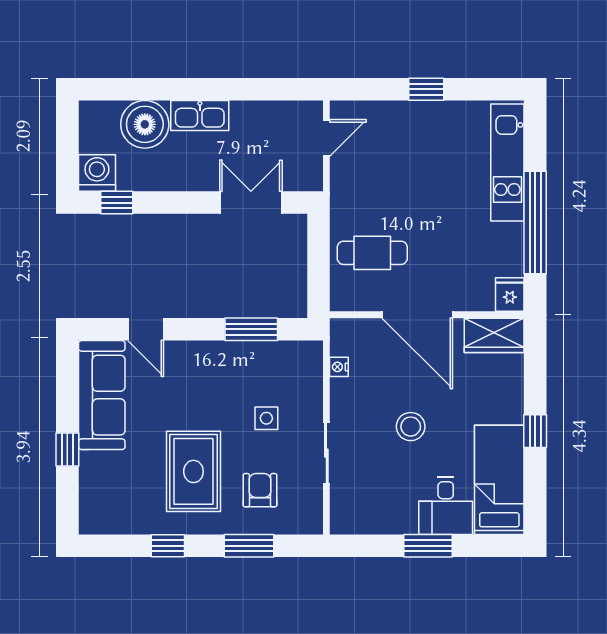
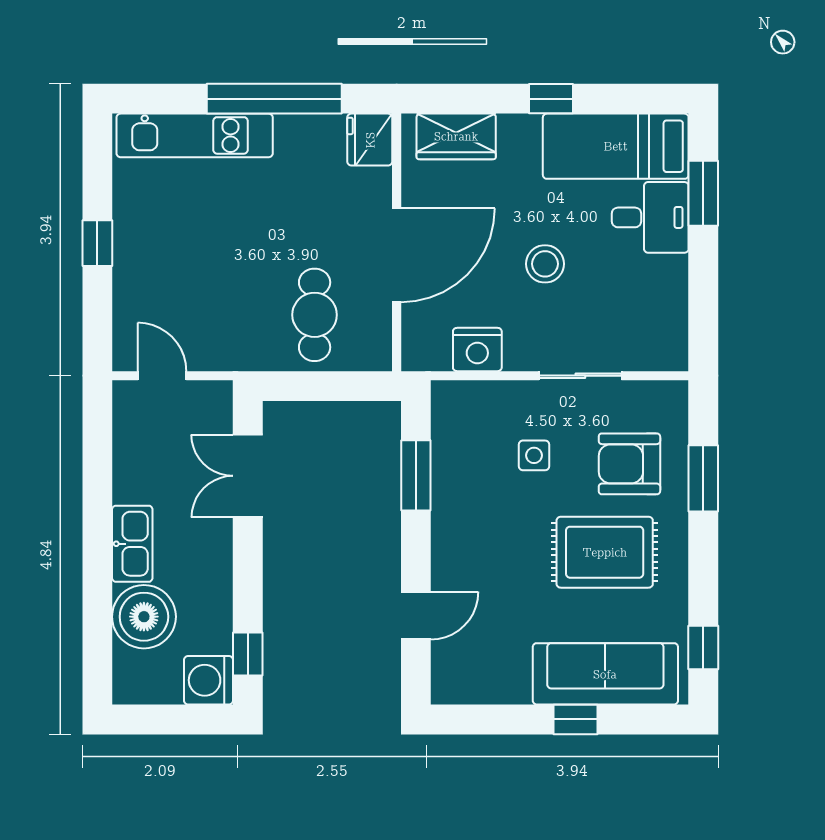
fridge: (510, 294) -> (370, 140), width x1.38
wardrobe: (494, 335) -> (456, 136), moved, turned 90
nightstand: (339, 367) -> (477, 349), width x1.89, depth x1.79
sofa: (102, 395) -> (605, 674), moved
armchair: (260, 490) -> (629, 464), width x1.38, depth x1.38
window: (168, 546) -> (703, 647), moved
window: (428, 546) -> (703, 193), moved

